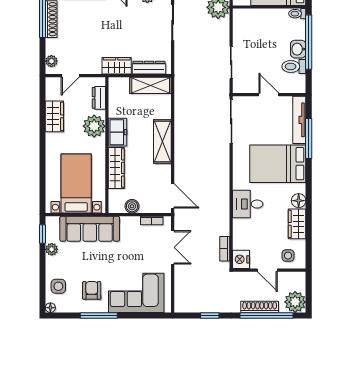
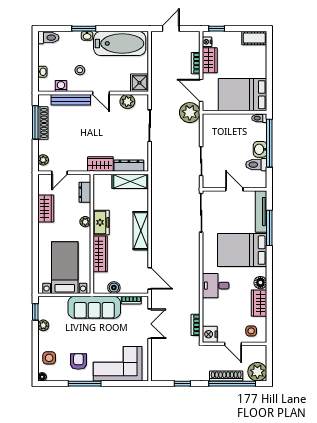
plant: (94, 126) -> (85, 222), width x0.53, depth x0.53
sofa: (90, 229) -> (94, 307), moved

